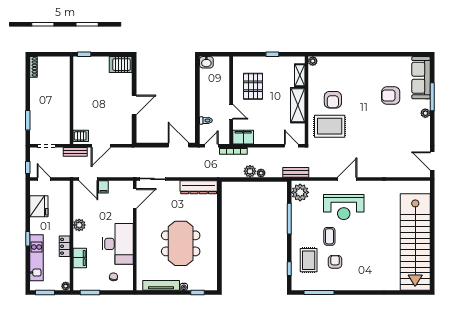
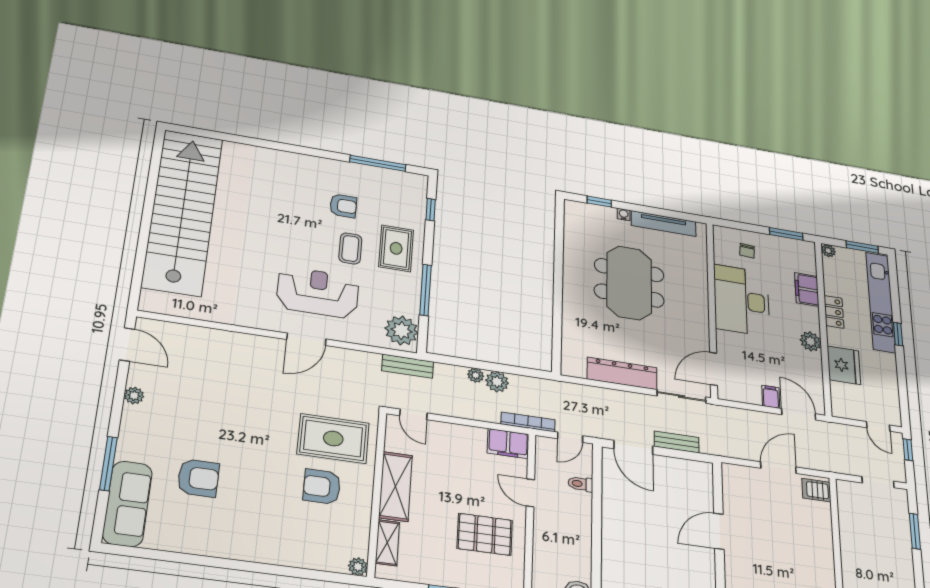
pallet: (253, 86) -> (485, 534), turned 90
armchair: (333, 100) -> (322, 487), turned -90
plant: (425, 113) -> (134, 396), moved
bench: (75, 152) -> (677, 442), moved
dresser: (199, 187) -> (622, 373), moved
fridge: (39, 206) -> (844, 365), moved, turned 180
kitchen unit: (36, 258) -> (881, 302), width x1.36
rug: (309, 260) -> (396, 248), moved
armchair: (335, 262) -> (343, 206), turned -90

